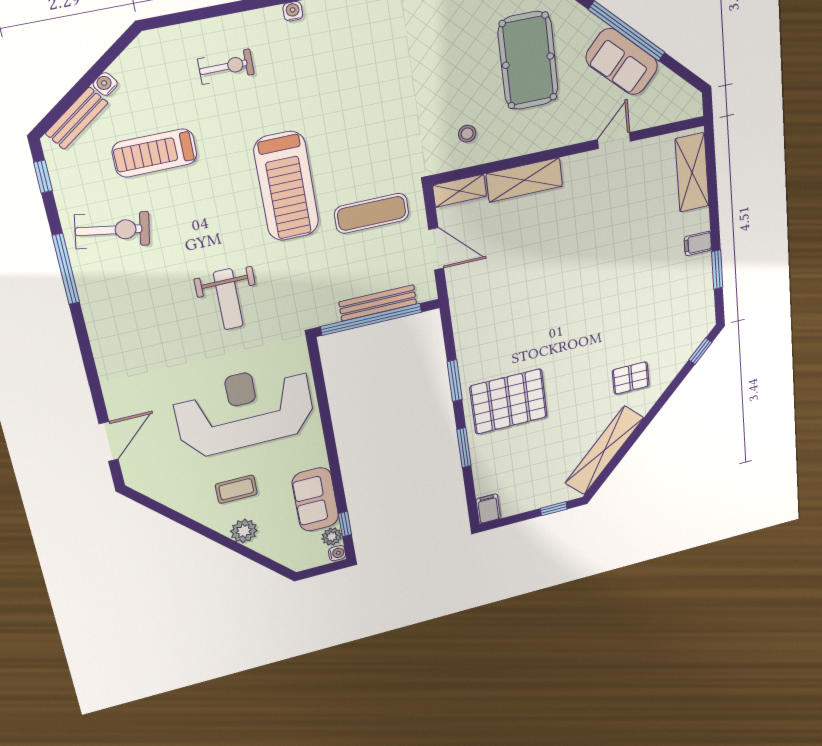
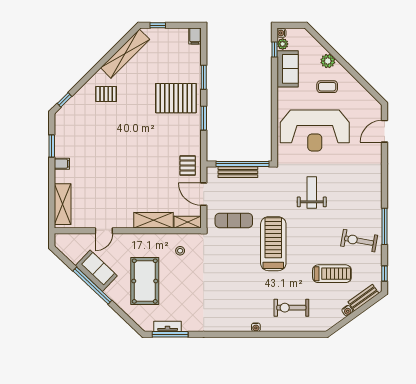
exercise bike: (226, 67) -> (291, 308), width x1.38, depth x1.39
pallet: (473, 293) -> (188, 166), added

